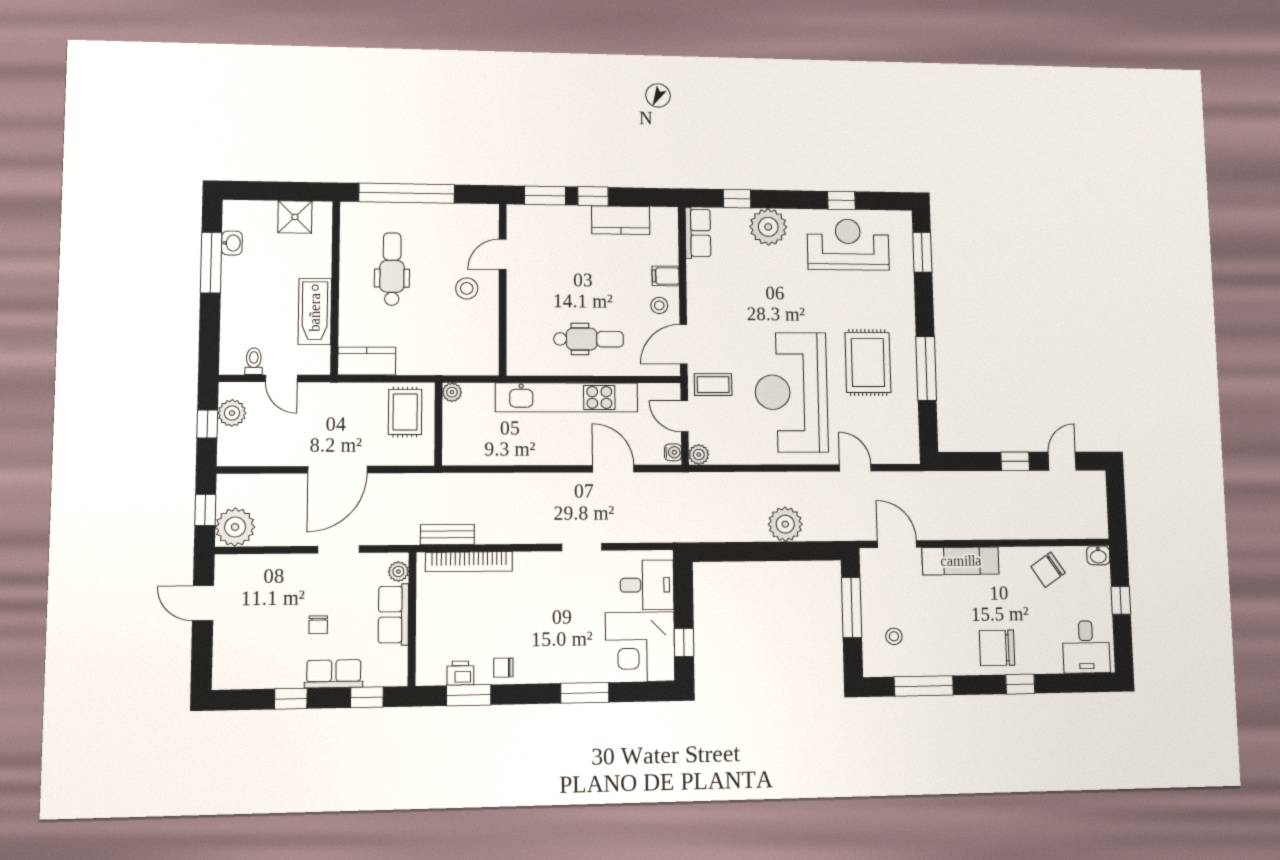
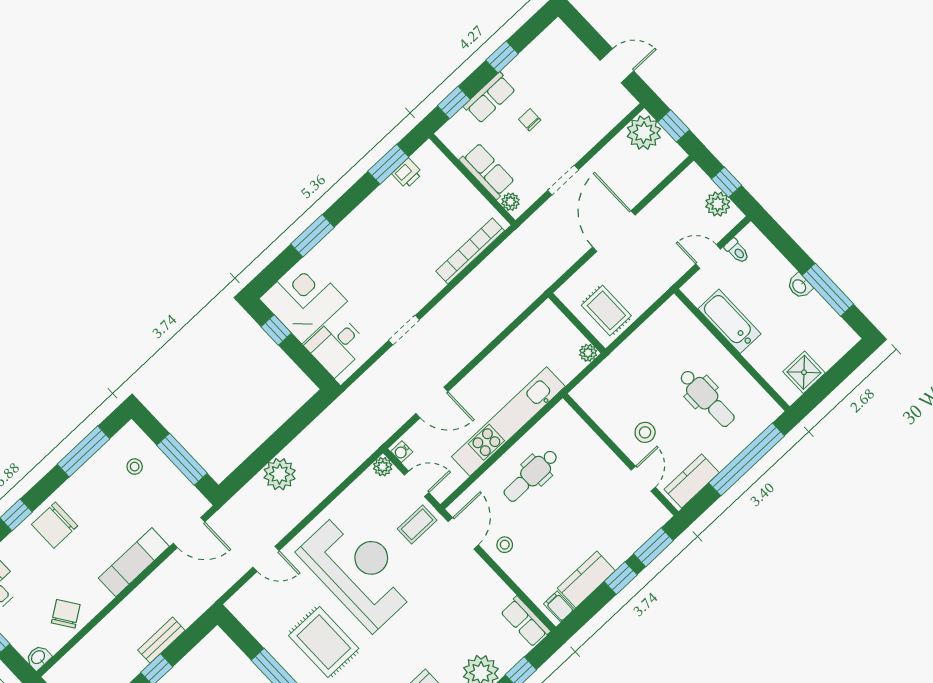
washbasin: (232, 243) -> (800, 286), moved
filing cabinet: (666, 276) -> (559, 607), moved, turned -90
kitchen counter: (367, 361) -> (692, 481), moved, turned 180
bench: (447, 534) -> (161, 640), moved
chair: (997, 648) -> (55, 525), turned 180
chair: (503, 668) -> (382, 203), removed

